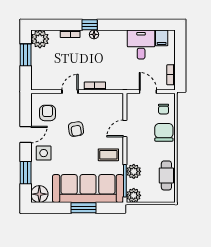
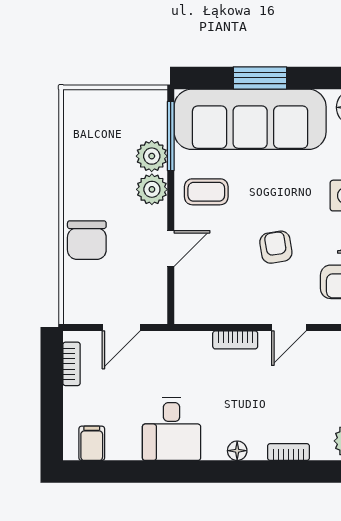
window: (90, 25) -> (247, 472), removed
desk: (141, 45) -> (172, 429), moved
door: (148, 92) -> (121, 328), hinge flipped
chair: (164, 109) -> (88, 290), removed
cafe table: (166, 175) -> (81, 147), removed
plant: (134, 195) -> (152, 189), moved

